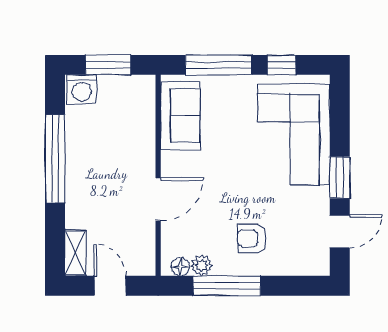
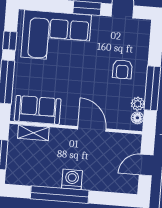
washing machine: (82, 89) -> (72, 179), moved, turned -90
shelving: (75, 253) -> (33, 133), moved

